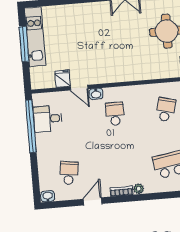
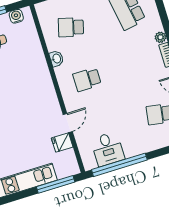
window: (24, 44) -> (56, 184), moved
washbasin: (96, 94) -> (56, 59), moved

